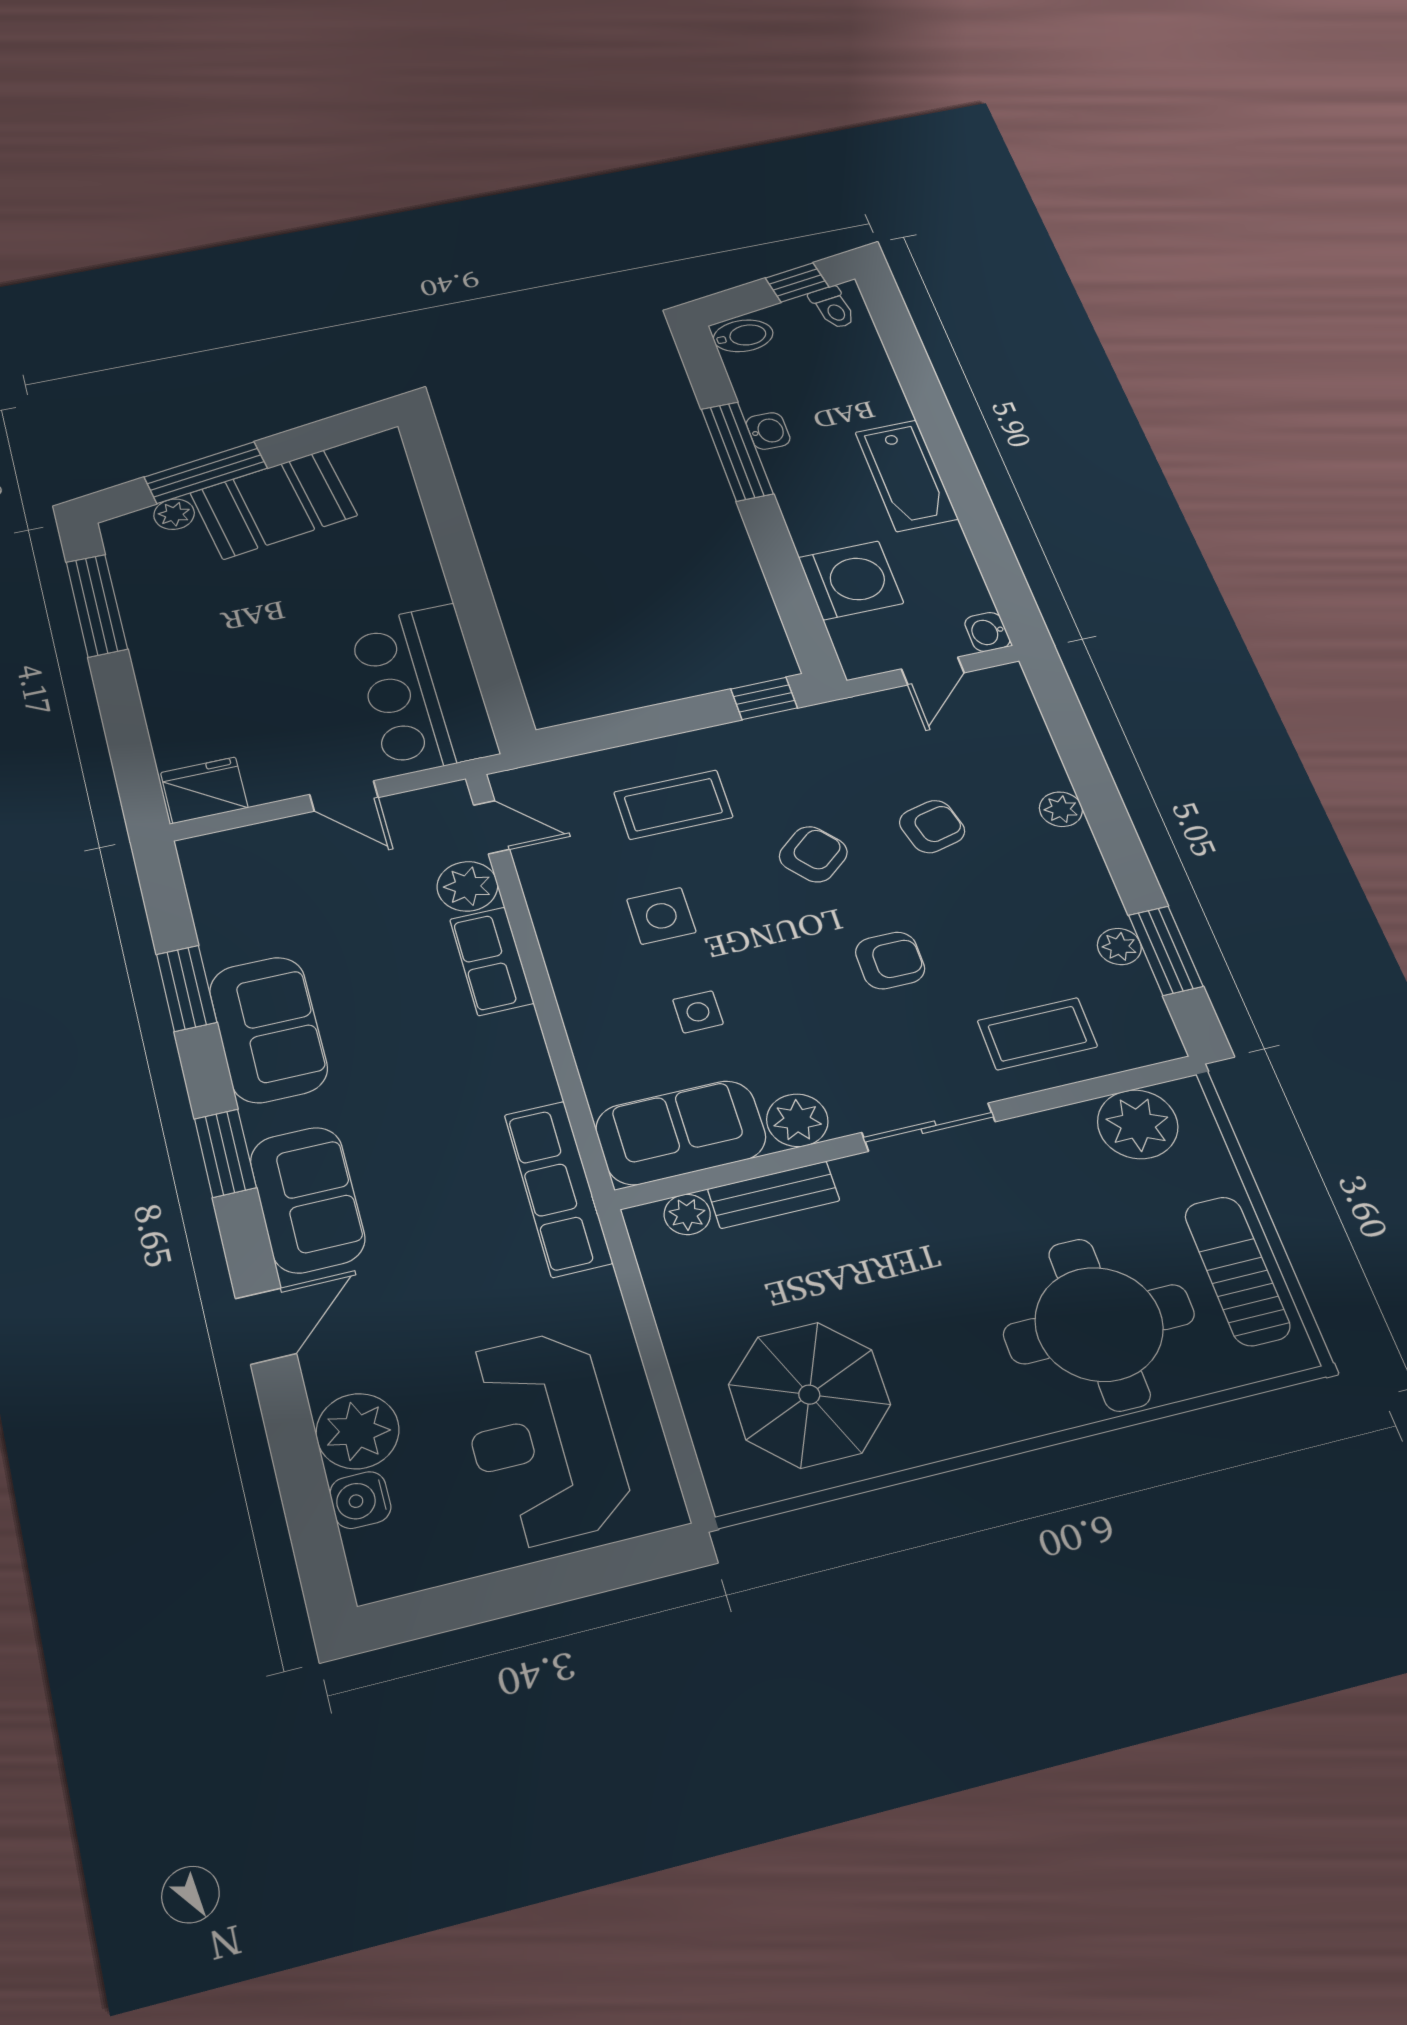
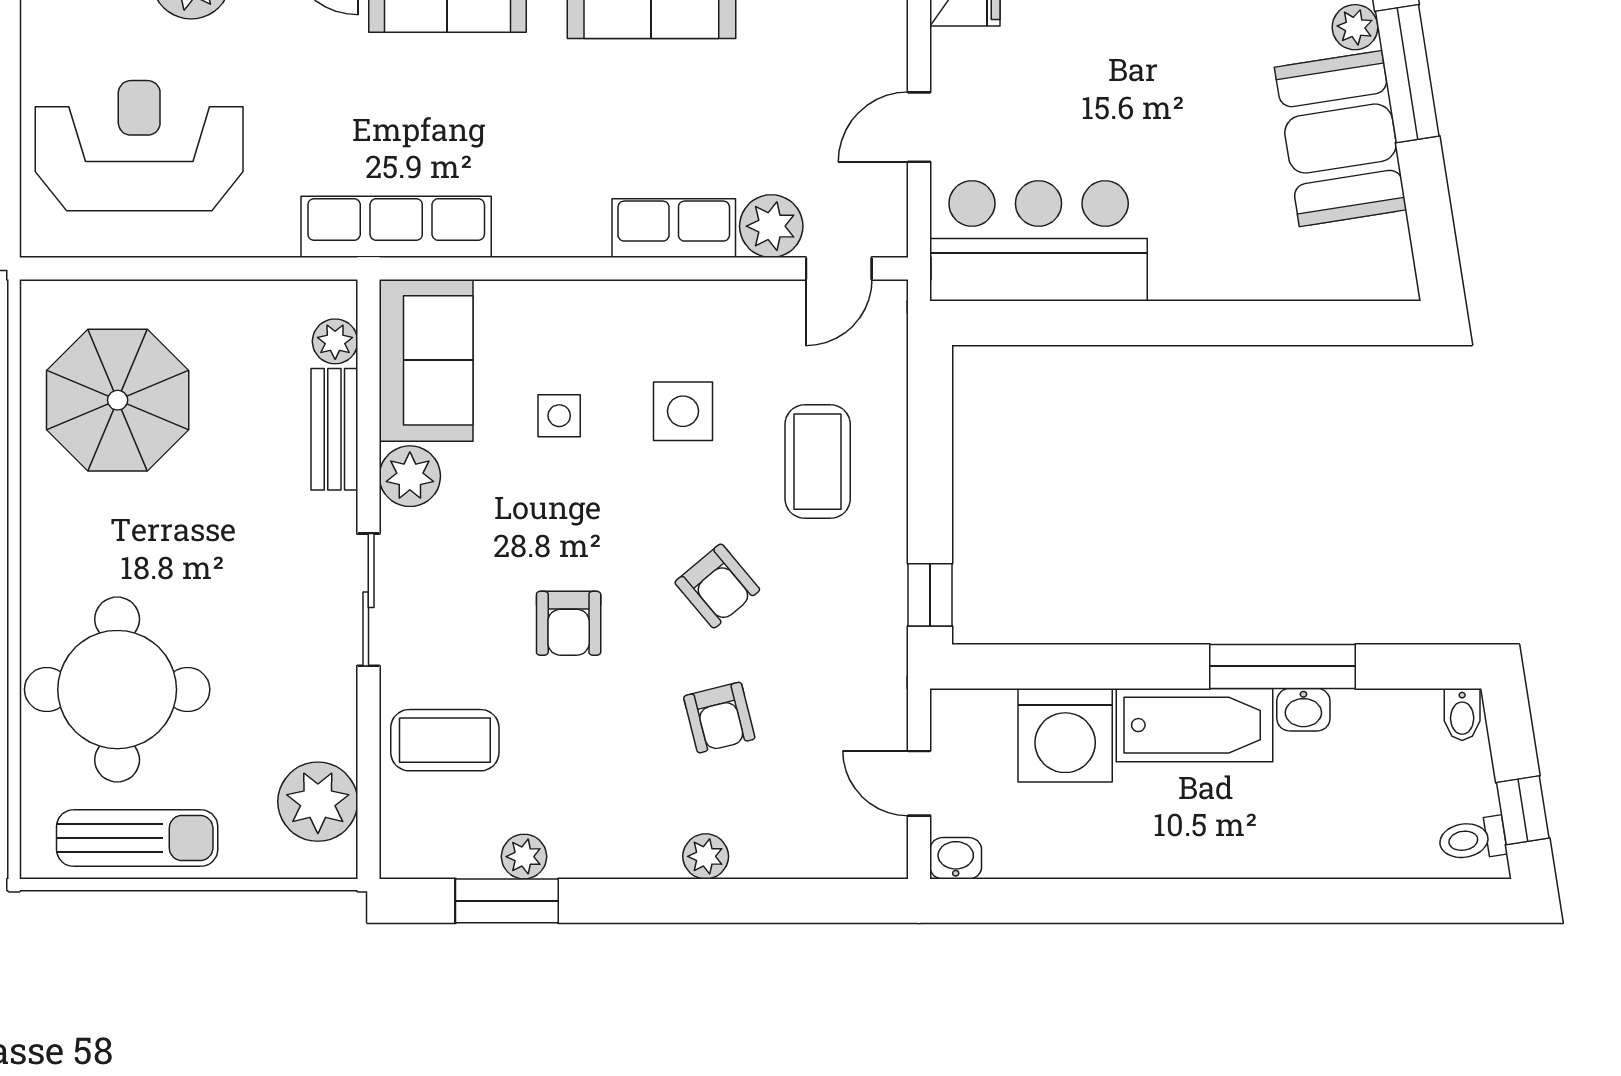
bidet: (743, 336) -> (1462, 714), width x0.72, depth x0.74
bathtub: (906, 475) -> (1195, 725), moved, turned 180
coffee table: (1037, 1034) -> (445, 740), turned 90

